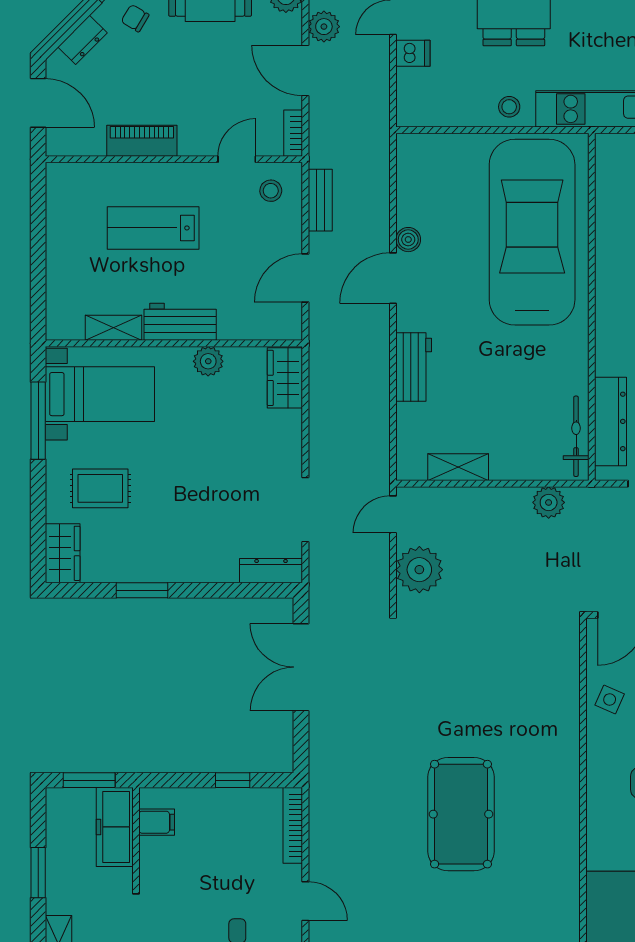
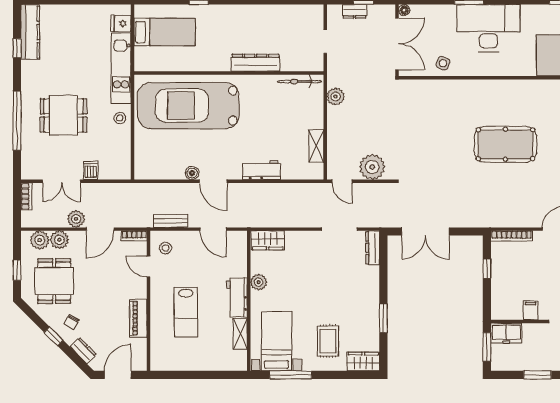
dresser: (610, 421) -> (256, 63), moved
filing cabinet: (157, 822) -> (531, 310), moved
freezer: (115, 827) -> (506, 333), width x0.71

